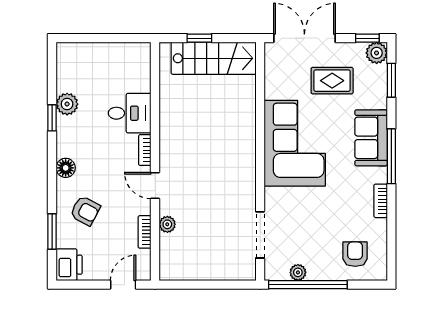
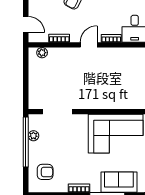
plant: (167, 224) -> (42, 53), moved

